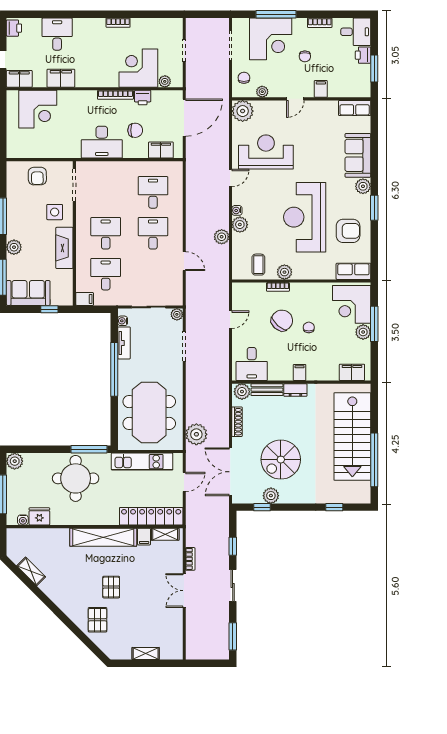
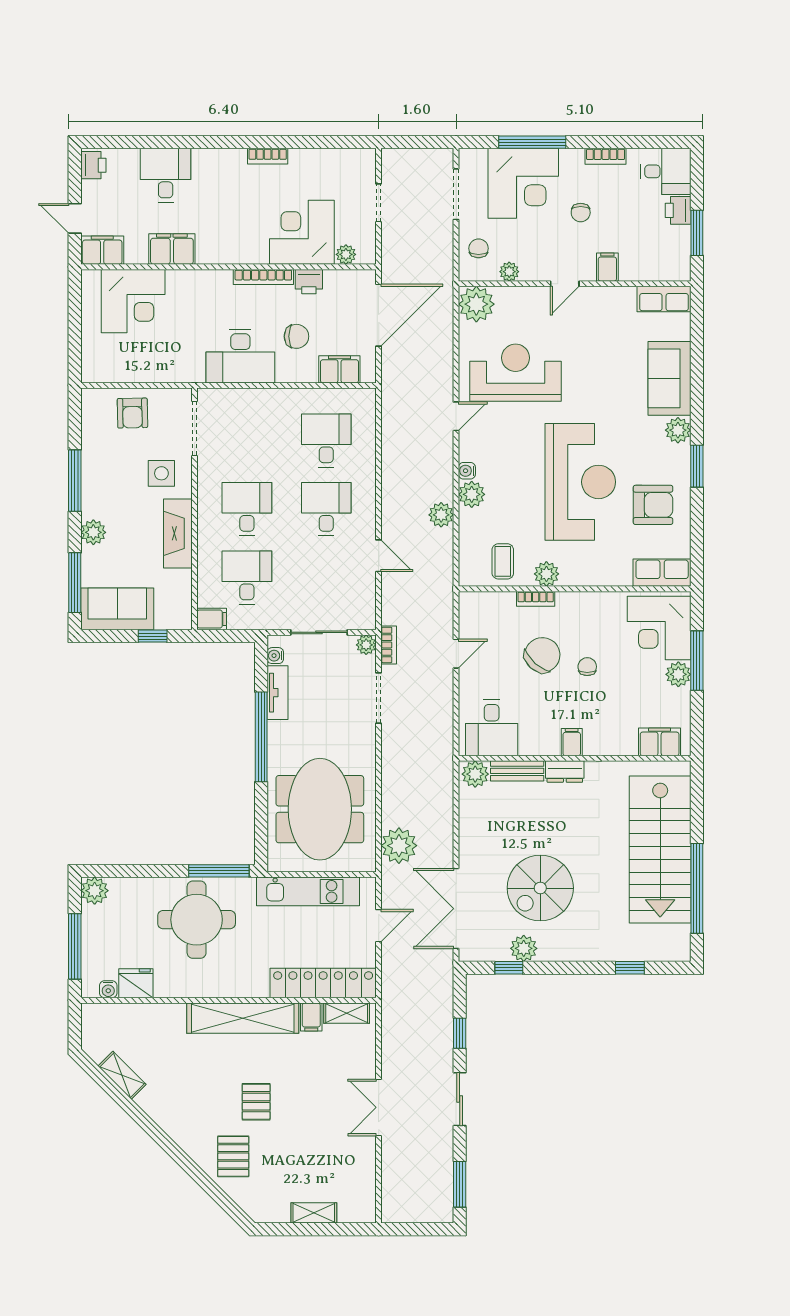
reception desk: (305, 217) -> (580, 482), turned 180
shoe rack: (237, 422) -> (467, 825), removed
bookcase: (190, 559) -> (389, 645), moved

